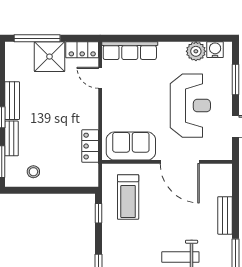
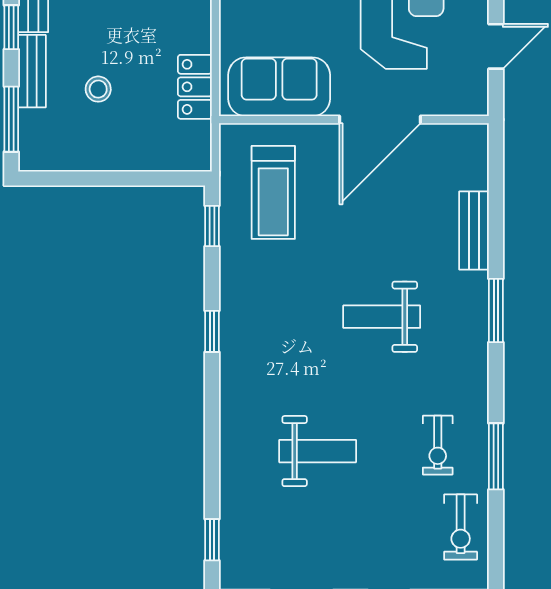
door: (180, 162) -> (380, 120), hinge flipped
stool: (33, 172) -> (98, 89), moved

